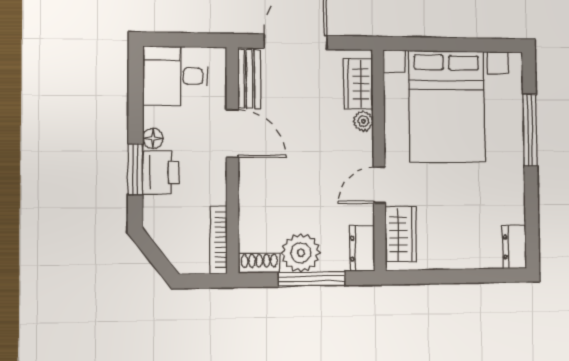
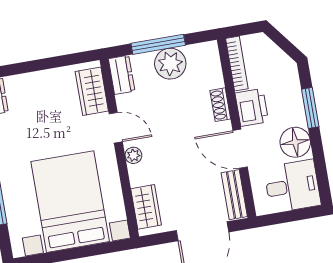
plant: (363, 121) -> (133, 155), moved
floor lamp: (153, 139) -> (295, 142), width x1.89, depth x1.89
printer: (161, 172) -> (252, 107), moved, turned 180
door: (379, 185) -> (116, 128), hinge flipped
shoe rack: (259, 263) -> (220, 105), moved, turned 90

